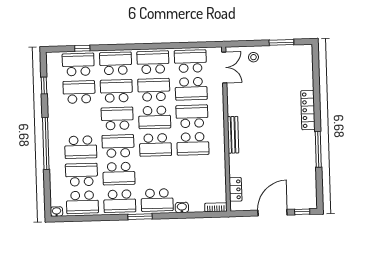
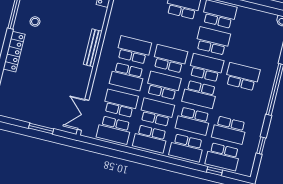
window: (281, 42) -> (41, 129), moved
stool: (253, 57) -> (35, 22), moved
school desk: (154, 90) -> (157, 112), turned 180
school desk: (118, 146) -> (206, 68), turned 180
school desk: (82, 175) -> (249, 50), removed
school desk: (82, 202) -> (256, 23), removed

